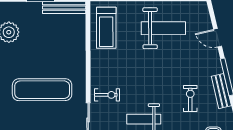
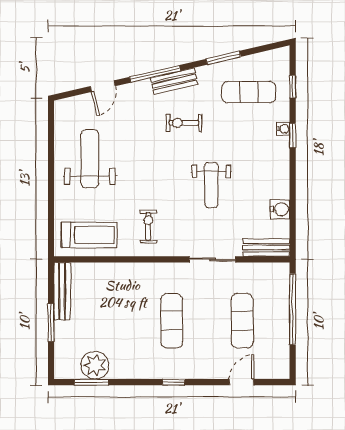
exercise mat: (42, 90) -> (172, 321), width x0.73, depth x0.69
exercise bike: (107, 95) -> (148, 227), moved

